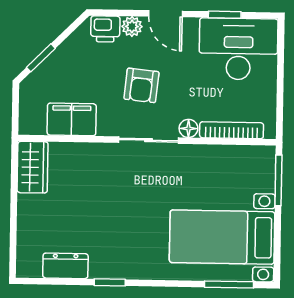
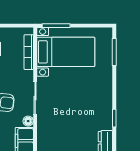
floor lamp: (188, 128) -> (28, 121), moved
bed with nightstands: (222, 237) -> (66, 52), moved, turned -90

